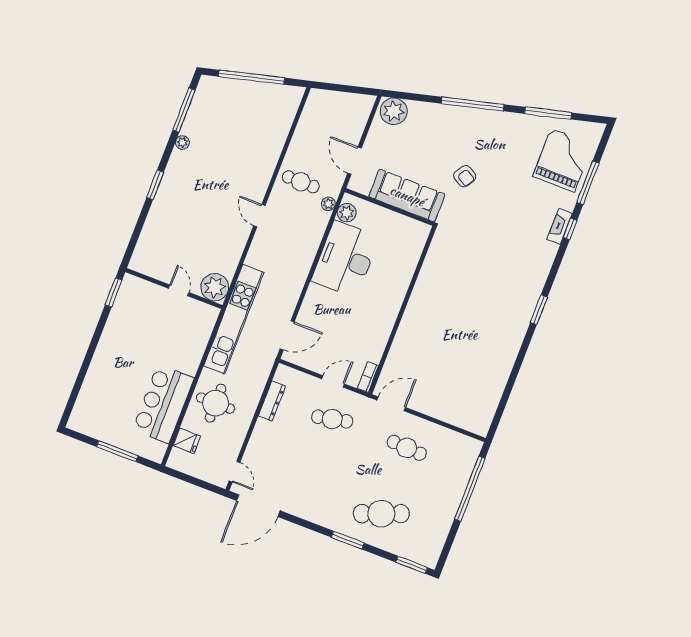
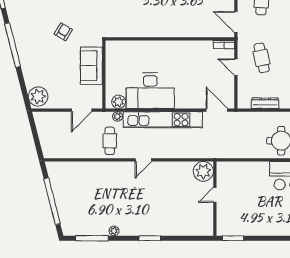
sofa: (407, 196) -> (91, 66), width x0.73
kitchen unit: (234, 319) -> (163, 120), moved, turned 180

